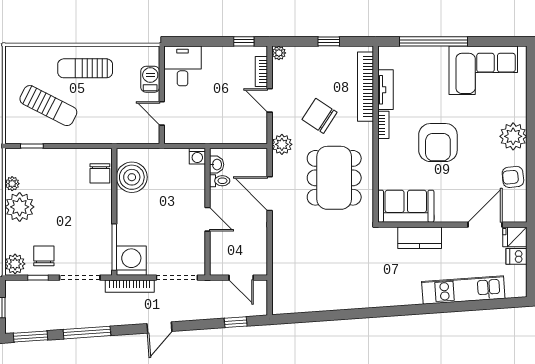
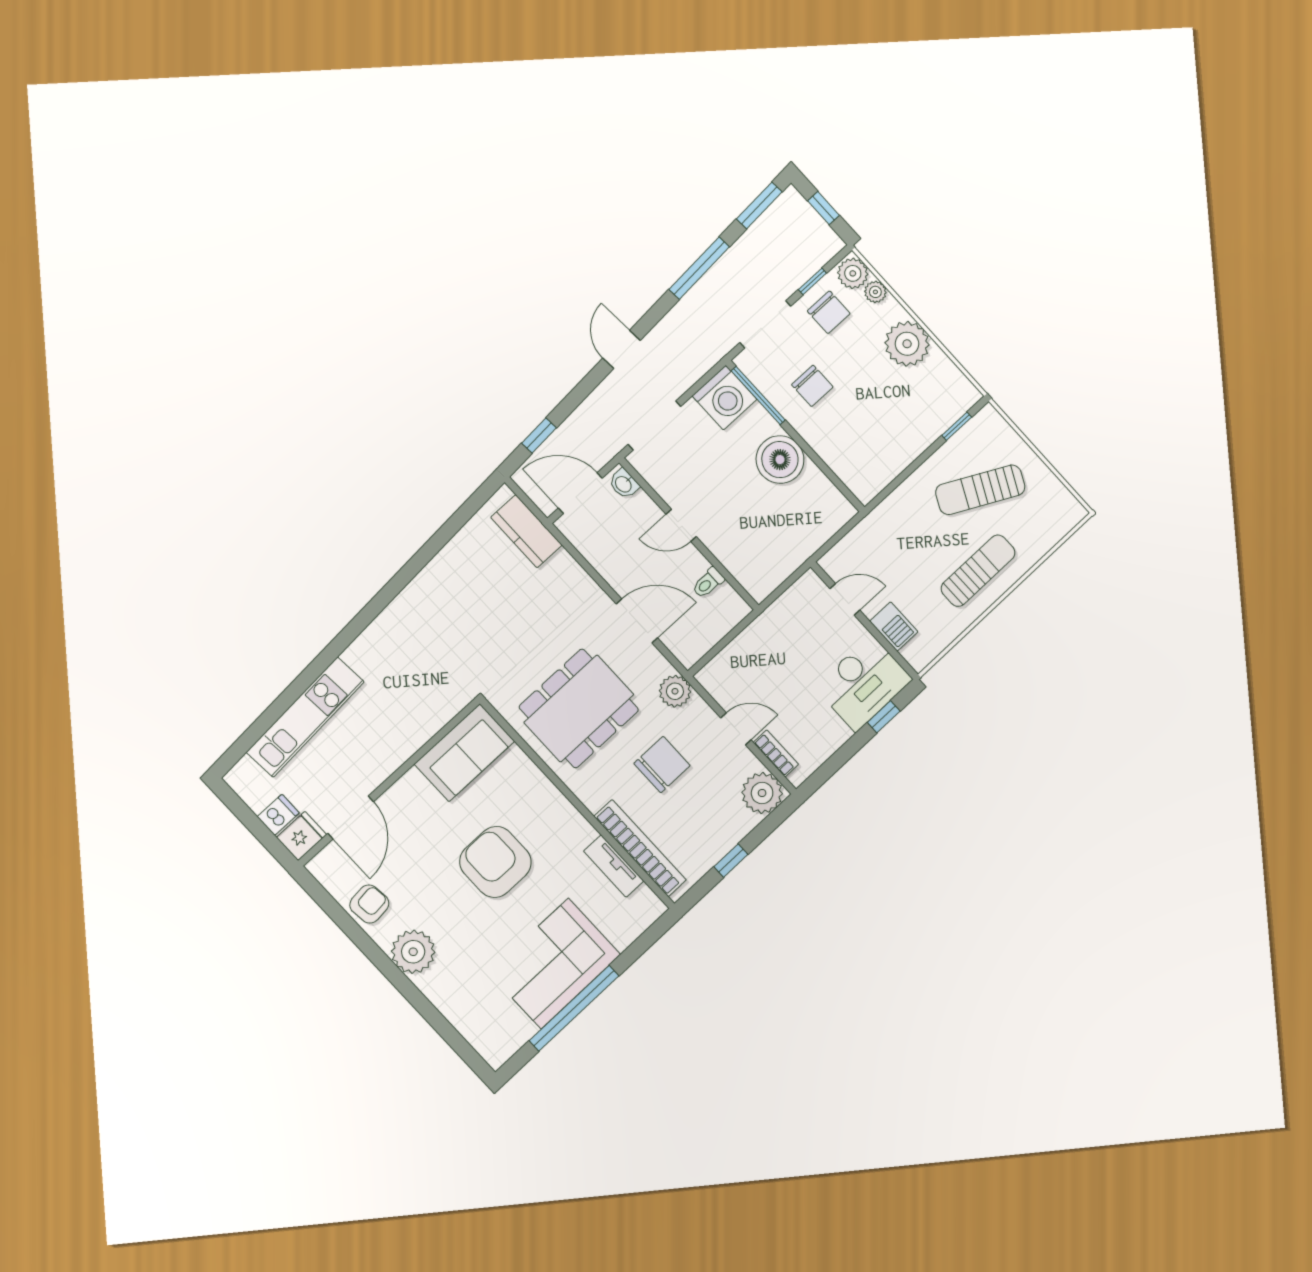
window: (244, 41) -> (884, 717), moved
window: (433, 41) -> (574, 1008), moved
plant: (279, 53) -> (762, 793), width x1.88, depth x1.88
desk: (183, 66) -> (863, 683), width x1.37
corner sofa: (483, 70) -> (555, 963), moved
chair: (320, 116) -> (662, 765), turned -33
bookcase: (383, 125) -> (578, 823), removed
washing machine: (197, 156) -> (759, 588), removed
washbasin: (217, 165) -> (624, 484), moved
chair: (100, 173) -> (812, 386), moved, turned 180
boiler: (132, 177) -> (780, 460), moved
dining table: (334, 178) -> (579, 708), turned 90
plant: (12, 184) -> (875, 292), moved
kitchen counter: (420, 238) -> (526, 531), moved, turned -90
door: (241, 278) -> (580, 493), width x1.38
bookcase: (130, 286) -> (699, 367), removed

